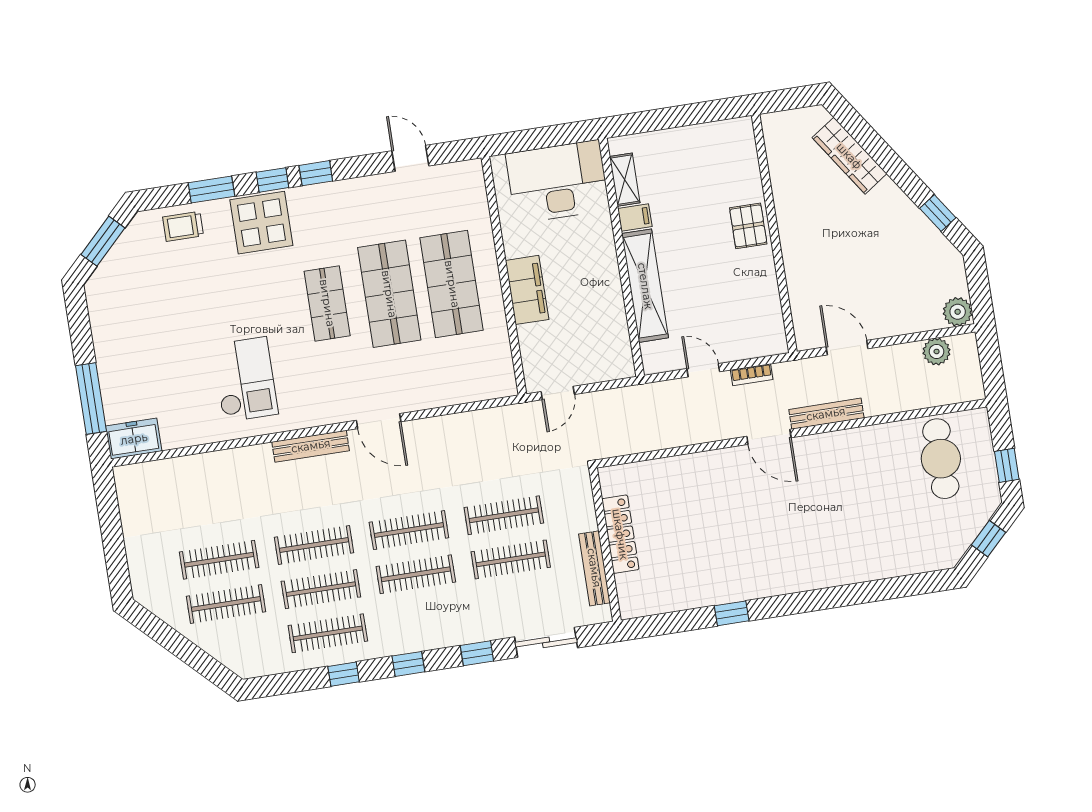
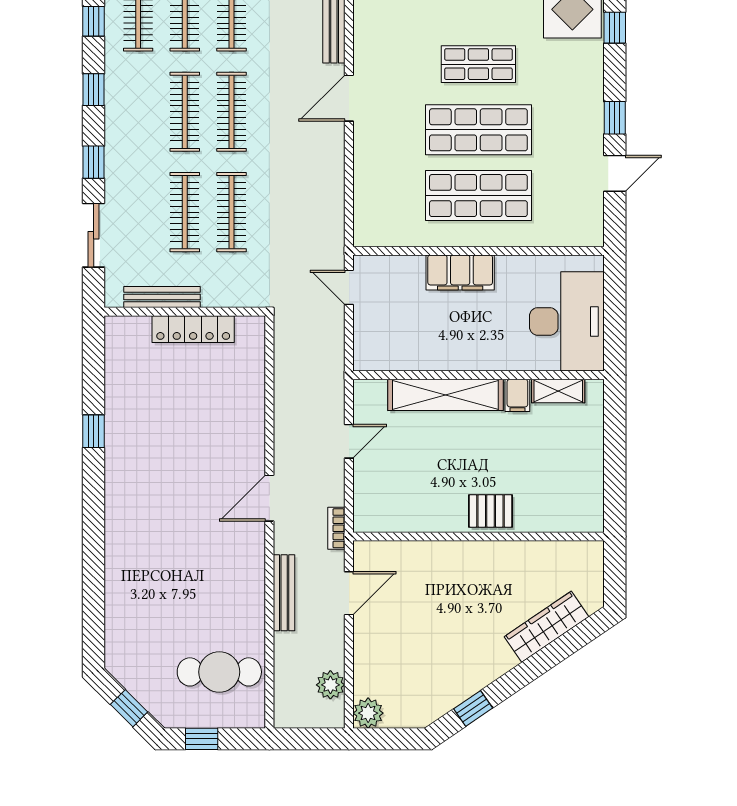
window: (316, 173) -> (615, 118), moved
bookcase: (752, 375) -> (336, 528), moved
bench: (826, 414) -> (284, 593), moved

